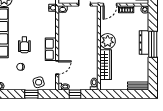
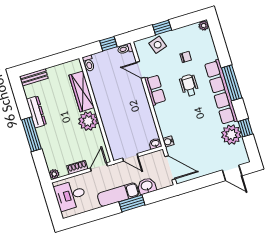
dresser: (144, 43) -> (36, 112), moved
door: (57, 68) -> (140, 70), hinge flipped

